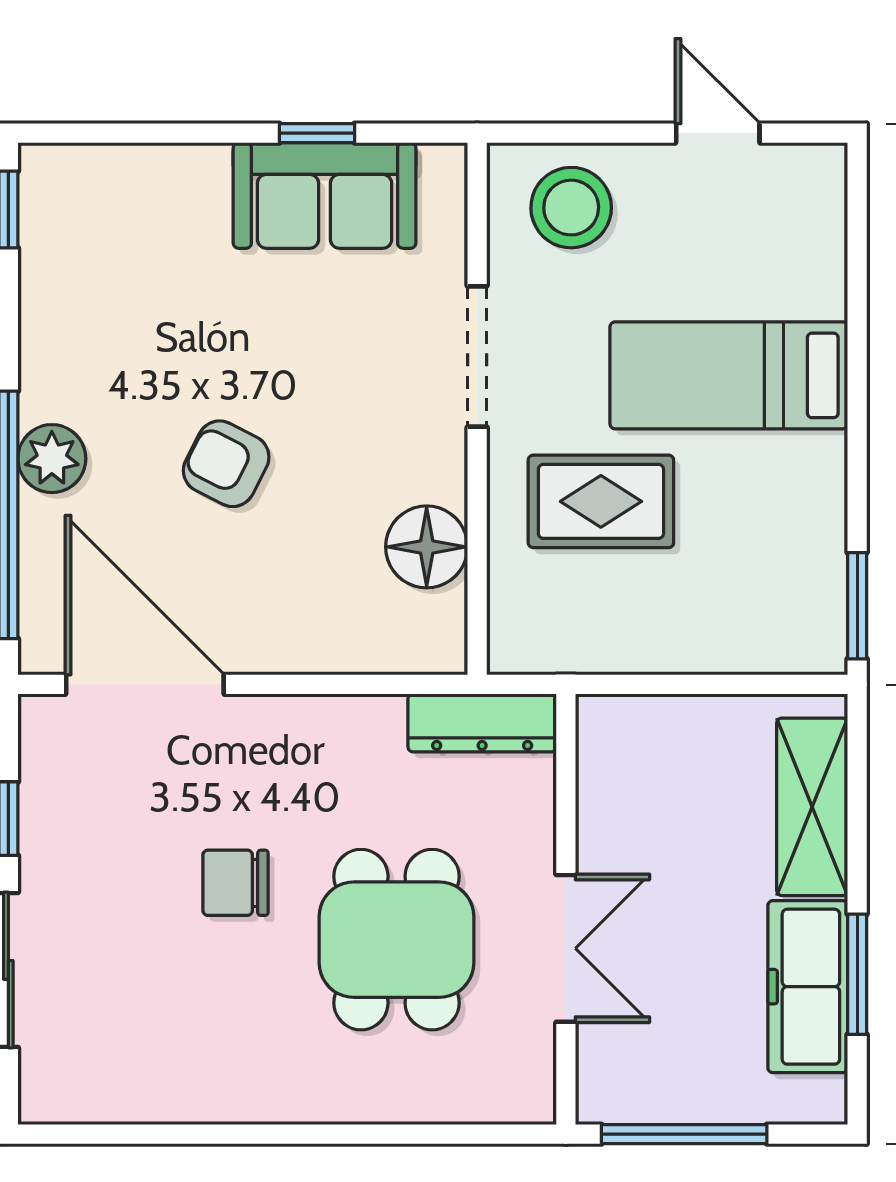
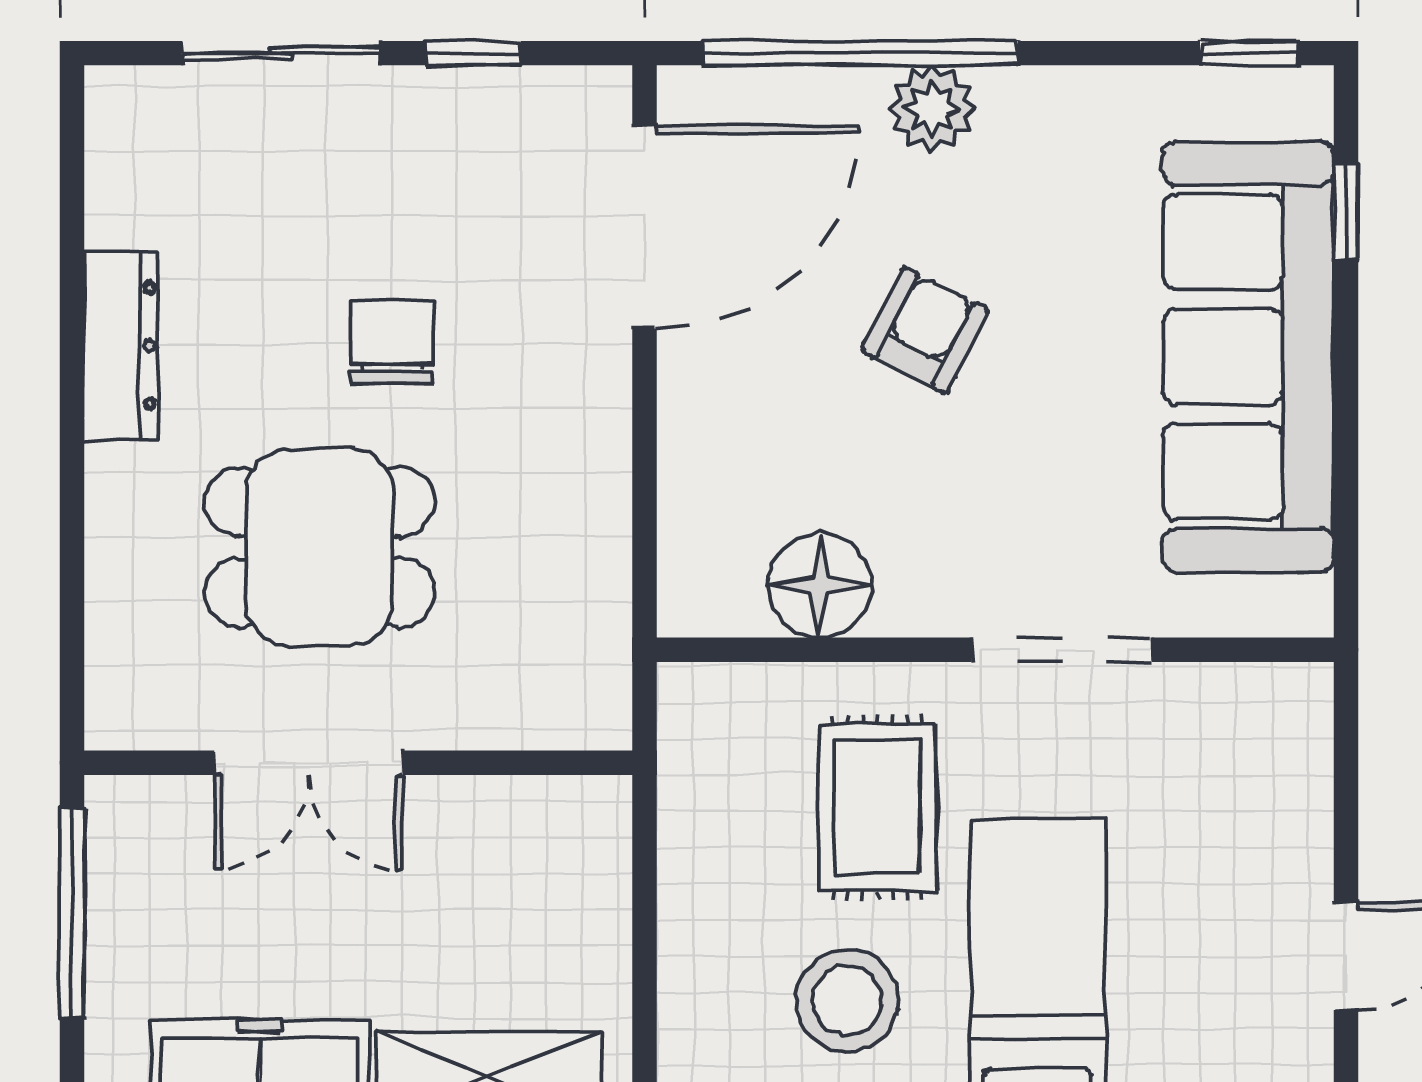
window: (317, 133) -> (1346, 211), moved
sofa: (325, 196) -> (1248, 357), width x1.85, depth x1.27
stool: (571, 208) -> (847, 1001), moved
dresser: (482, 723) -> (121, 346), moved, turned 180

